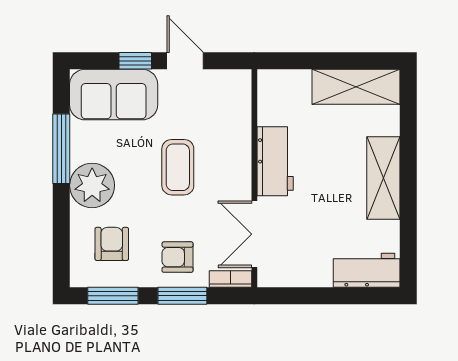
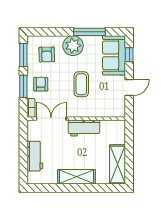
window: (135, 61) -> (129, 55), moved
coffee table: (178, 167) -> (81, 84), turned 90
armchair: (112, 244) -> (47, 54), turned 89
workbench: (367, 270) -> (35, 156), moved

